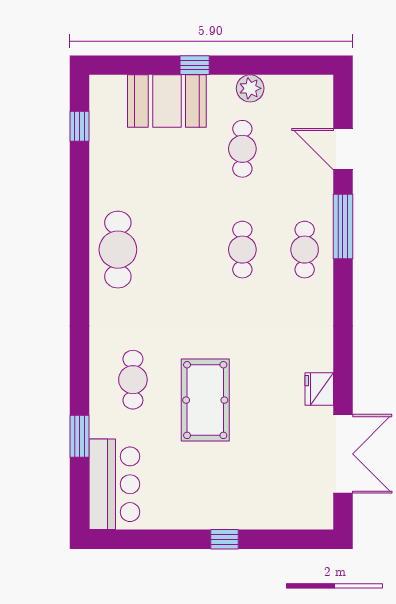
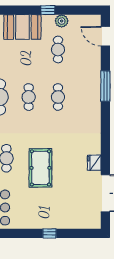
window: (195, 65) -> (48, 10), moved
door: (343, 149) -> (105, 36), moved
cafe table: (305, 250) -> (29, 97), moved

